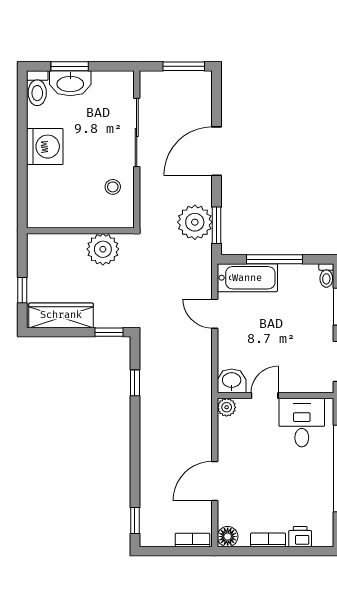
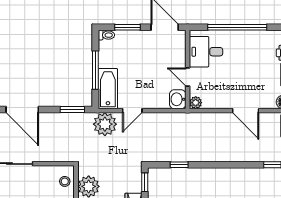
stool: (113, 187) -> (65, 181), moved
plant: (195, 222) -> (105, 124), moved

